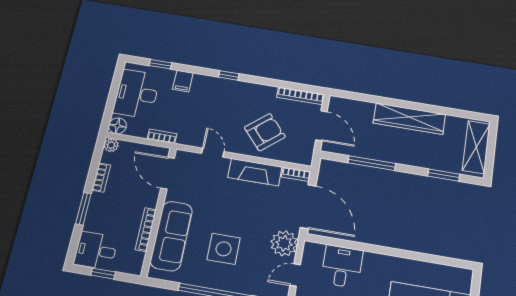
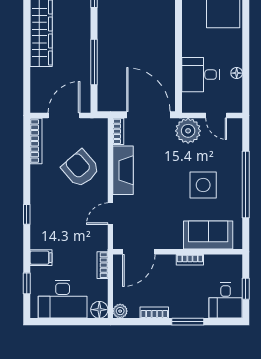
door: (308, 207) -> (148, 115), hinge flipped
bookcase: (146, 230) -> (190, 260), width x0.64
sofa: (171, 236) -> (208, 235), width x0.73

